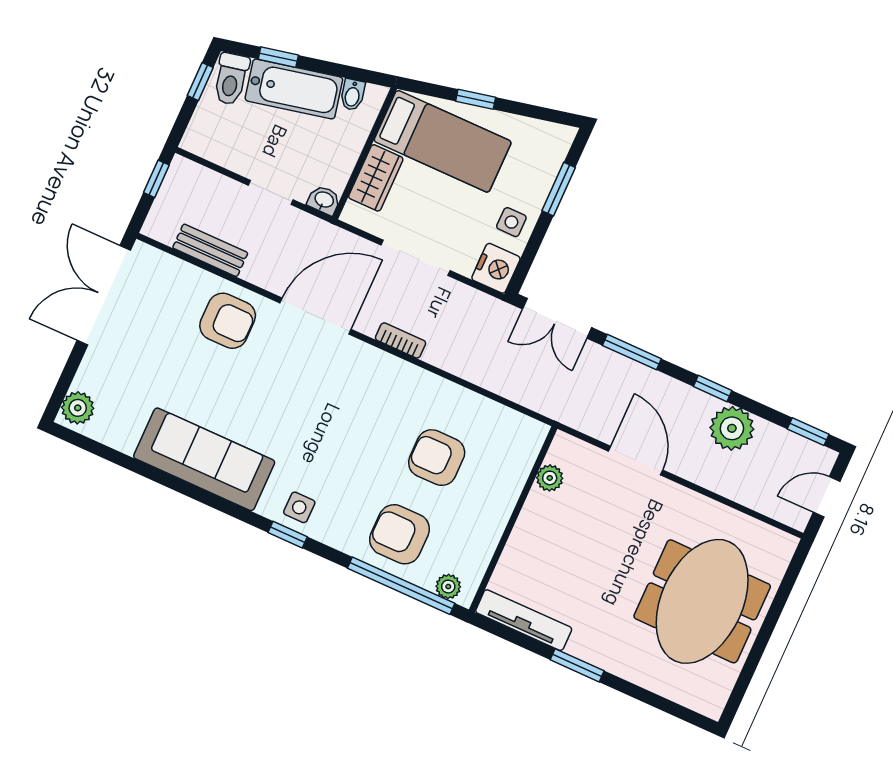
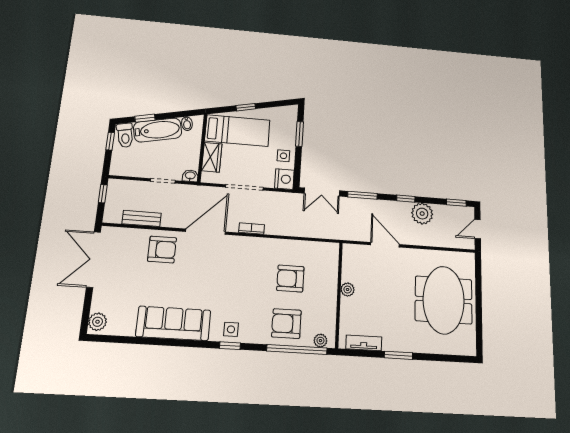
plant: (550, 478) -> (348, 290), moved
tv unit: (524, 620) -> (364, 343), width x0.71

